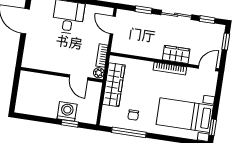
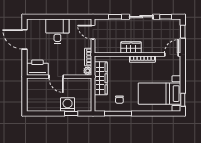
wardrobe: (176, 54) -> (131, 47), moved
printer: (36, 59) -> (37, 68), added
door: (79, 77) -> (56, 77), moved

